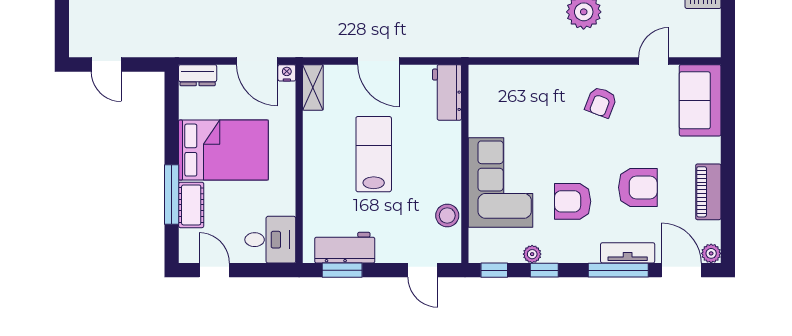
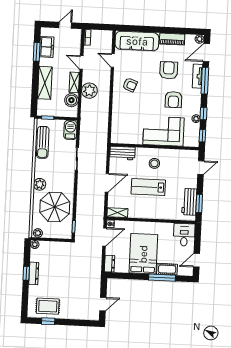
sofa: (700, 100) -> (137, 41), width x1.36
stool: (447, 216) -> (154, 163), moved

